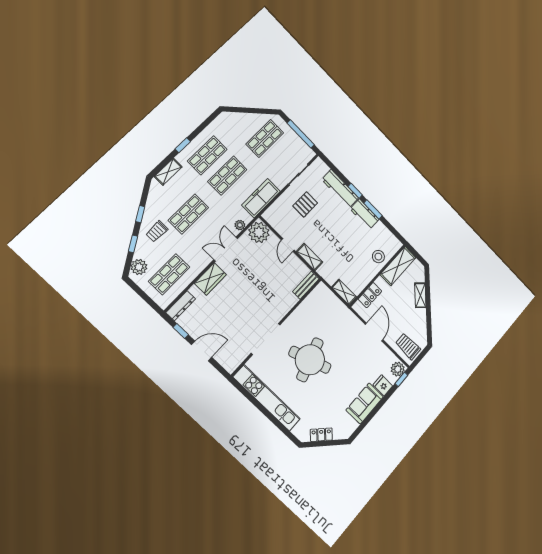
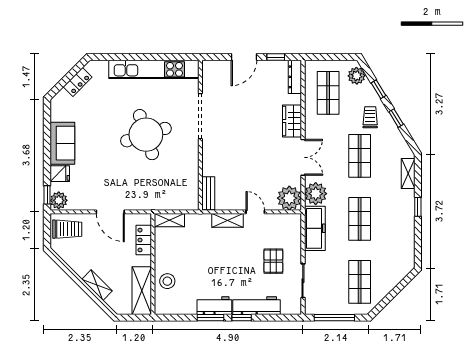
shop shelf: (207, 155) -> (391, 219), removed
plant: (240, 225) -> (316, 194), width x1.87, depth x1.87

